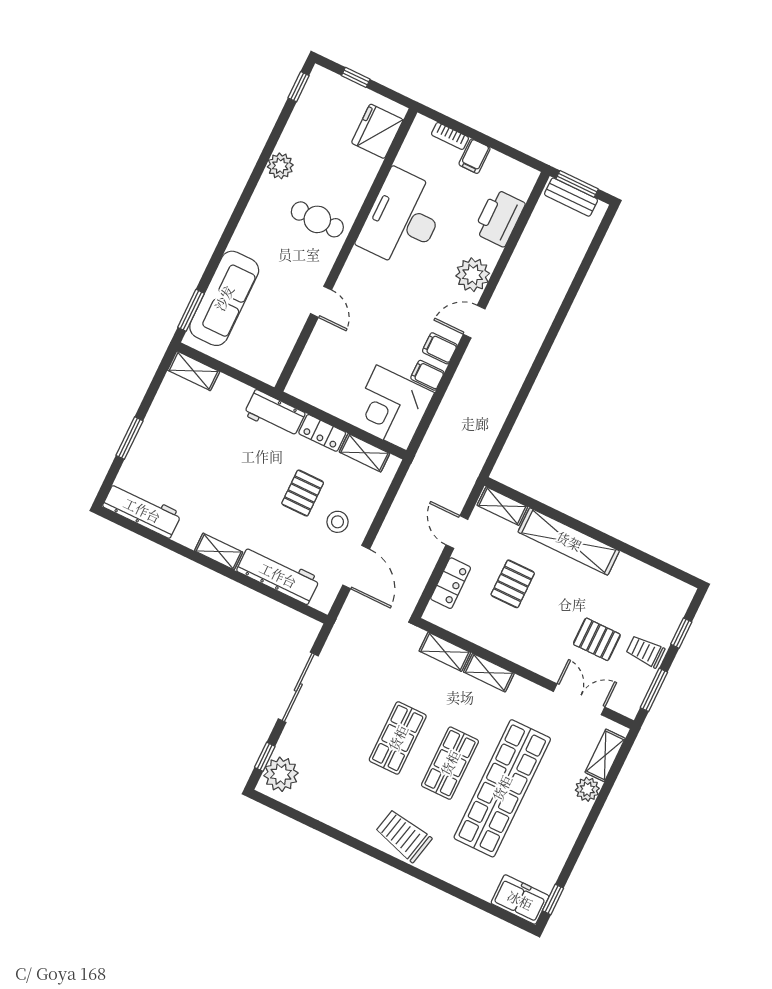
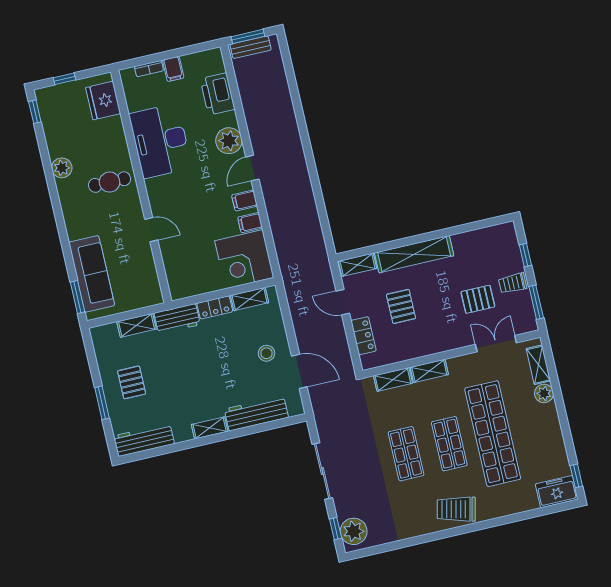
shelving: (194, 371) -> (136, 325), moved
pallet: (303, 493) -> (132, 382), moved

